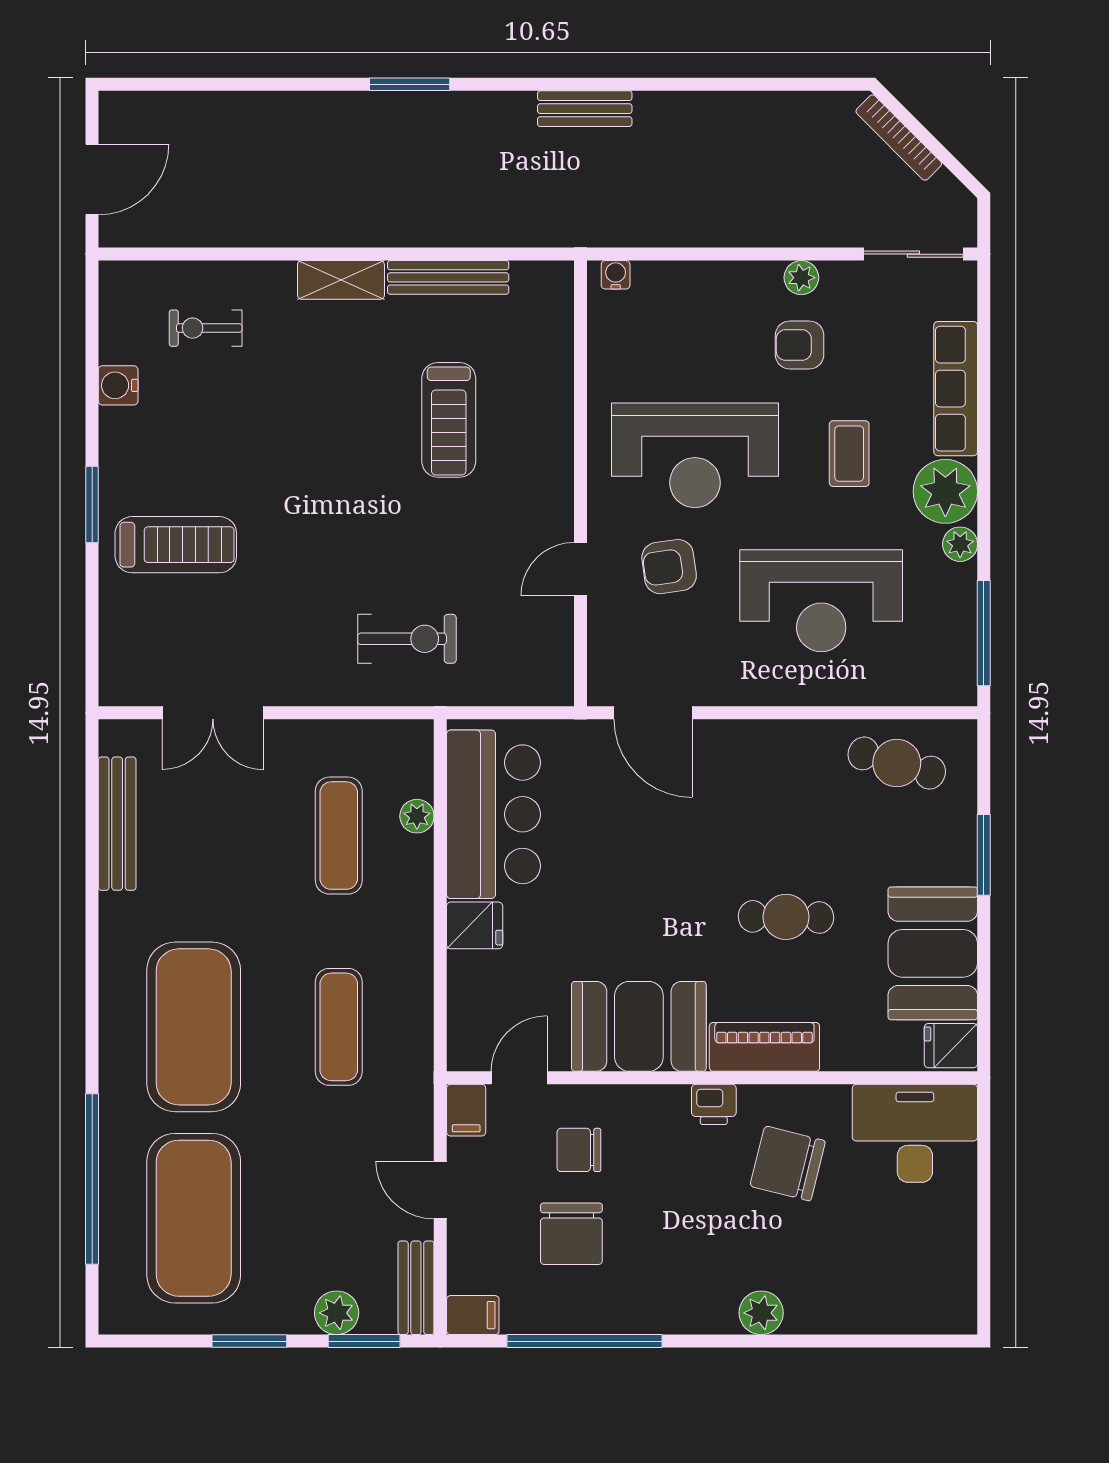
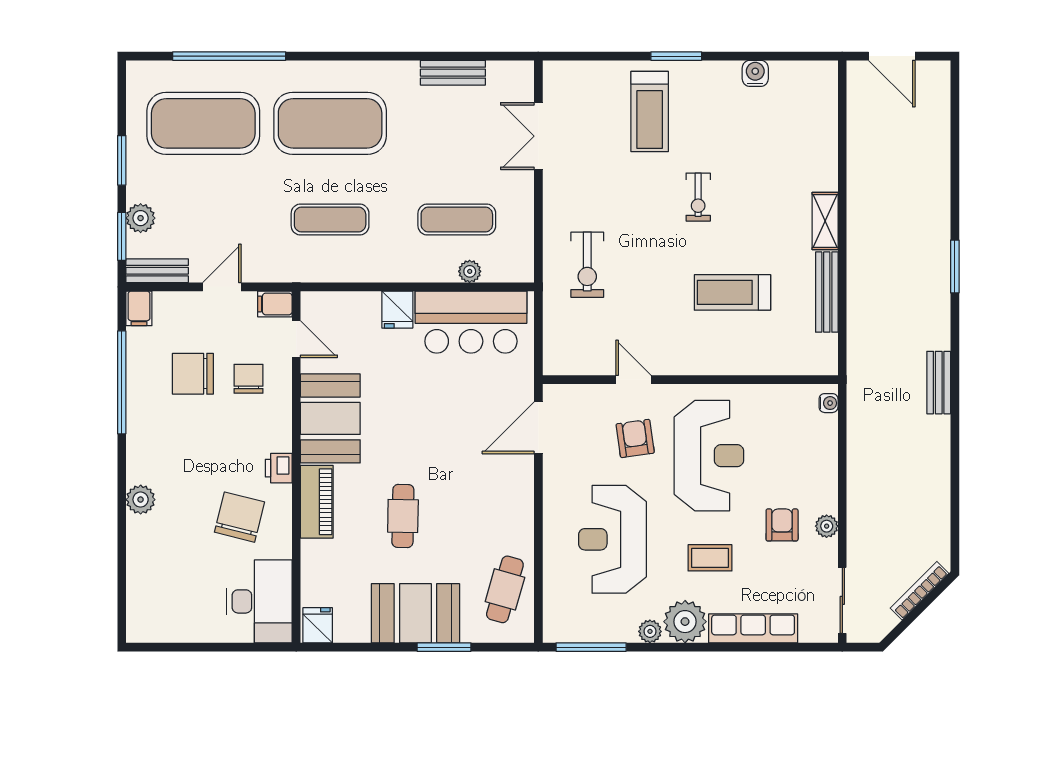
exercise bike: (206, 328) -> (698, 197), moved, turned 180
reception desk: (695, 455) -> (709, 456), turned 180
bench: (117, 824) -> (453, 73), width x0.73
booth: (933, 953) -> (415, 613), moved

